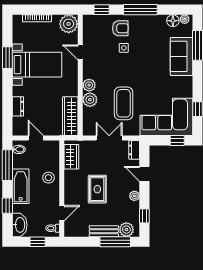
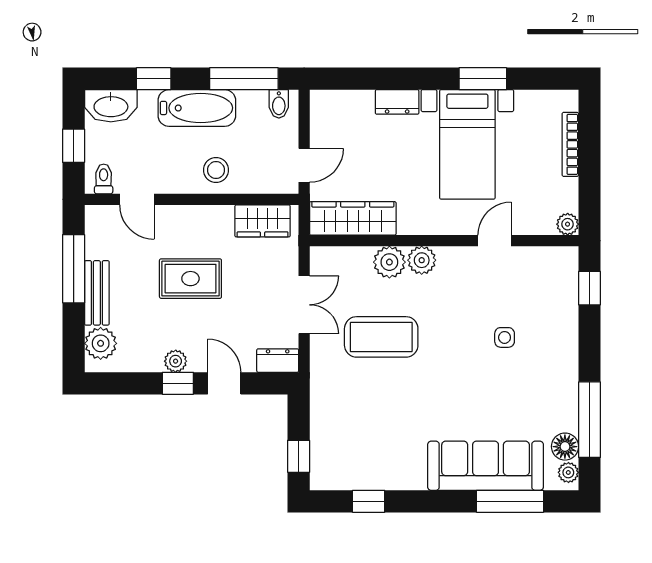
window: (140, 10) -> (589, 420), moved
plant: (69, 24) -> (568, 224), width x0.53, depth x0.53
armchair: (120, 28) -> (548, 330), removed
sofa: (181, 56) -> (486, 466), width x1.36
dresser: (18, 106) -> (397, 102), moved
corner sofa: (166, 117) -> (351, 432), removed
door: (36, 138) -> (304, 165), moved
door: (144, 174) -> (224, 383), hinge flipped
window: (144, 216) -> (178, 383), moved
window: (115, 242) -> (74, 269), moved

